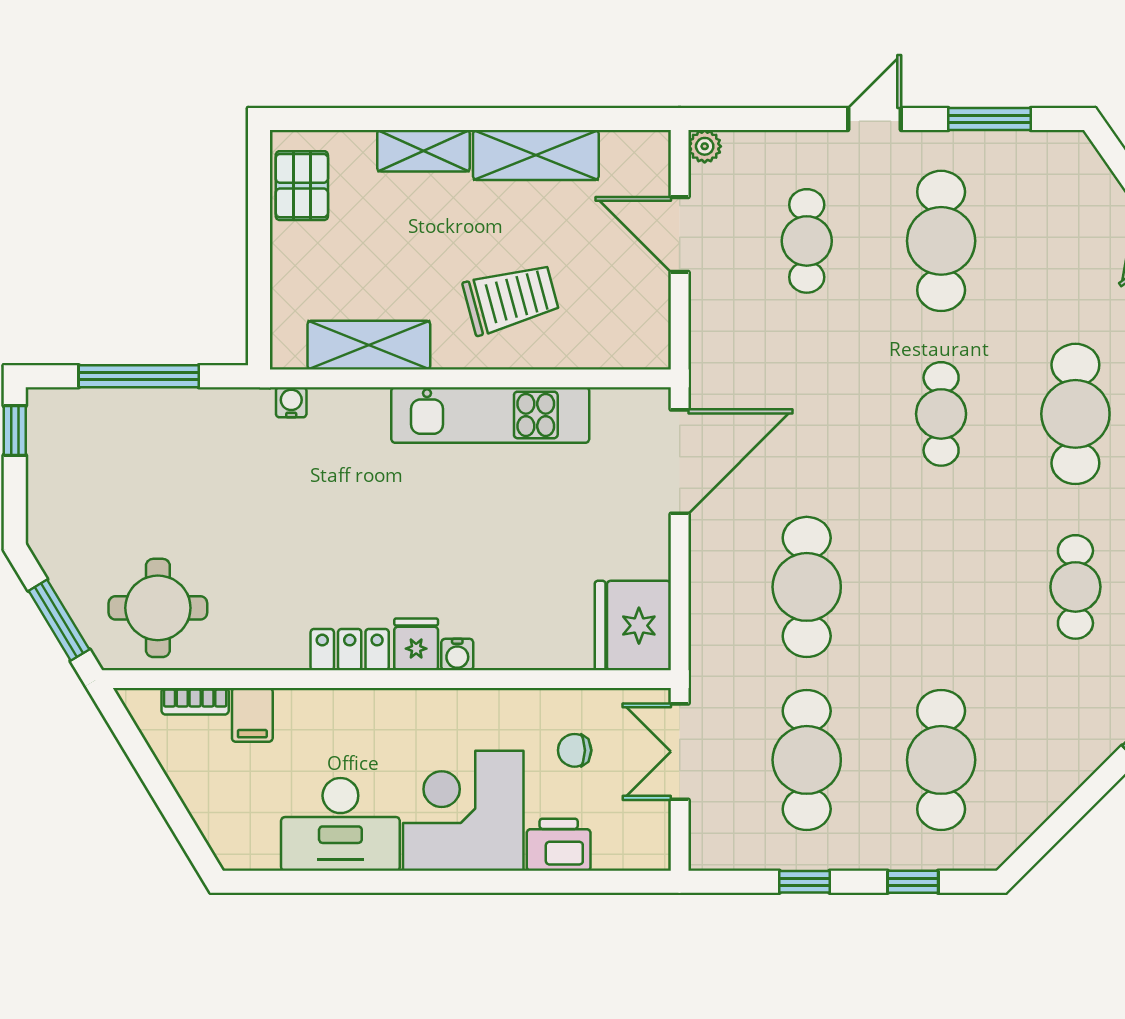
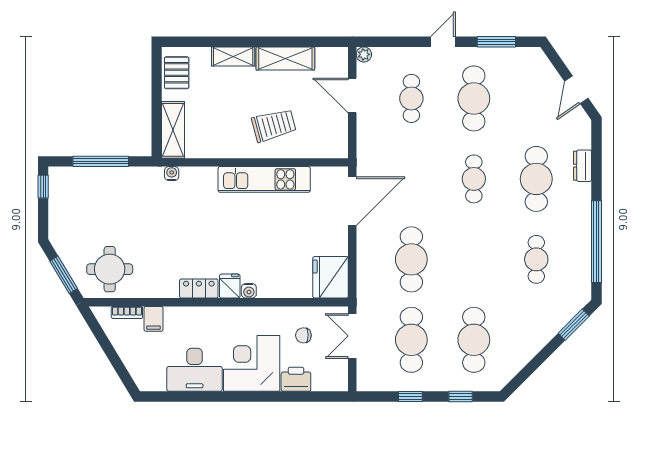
shelving: (369, 345) -> (173, 130), moved, turned 90

